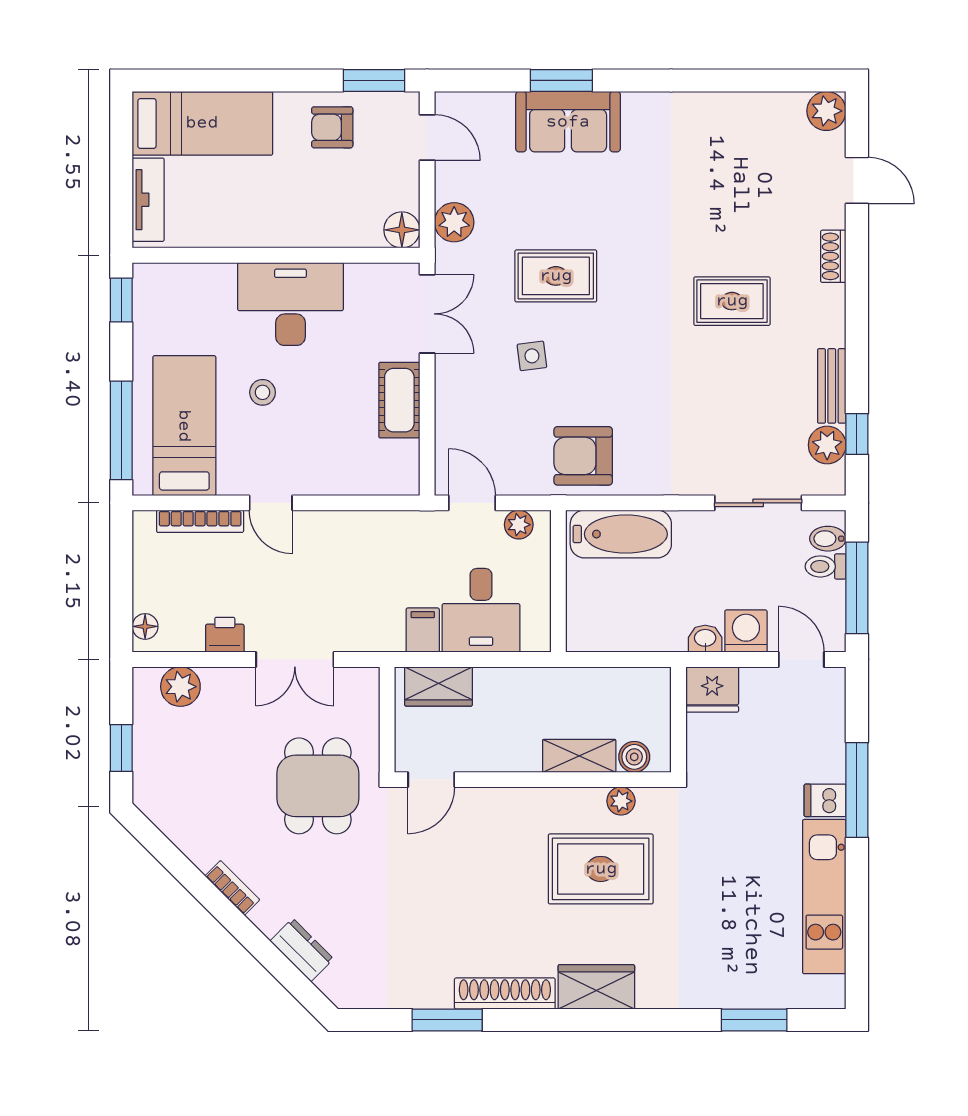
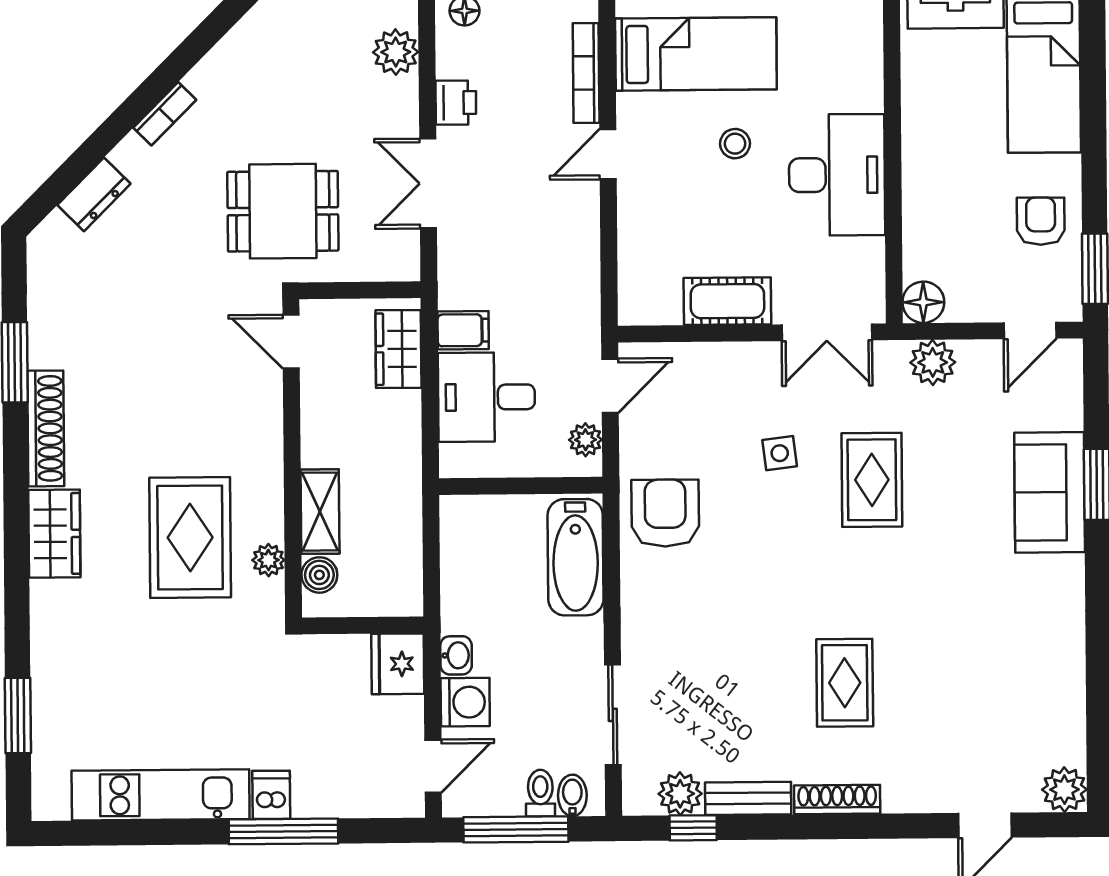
shoe rack: (833, 256) -> (837, 799), moved, width x1.43

